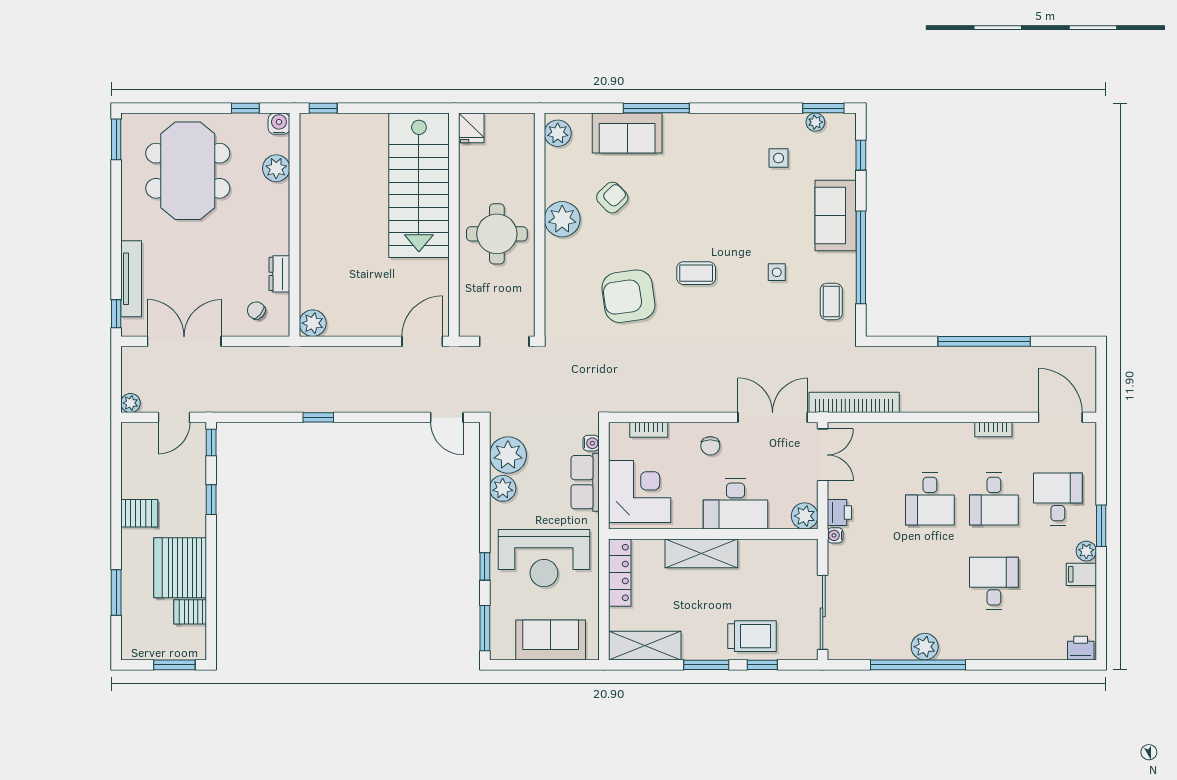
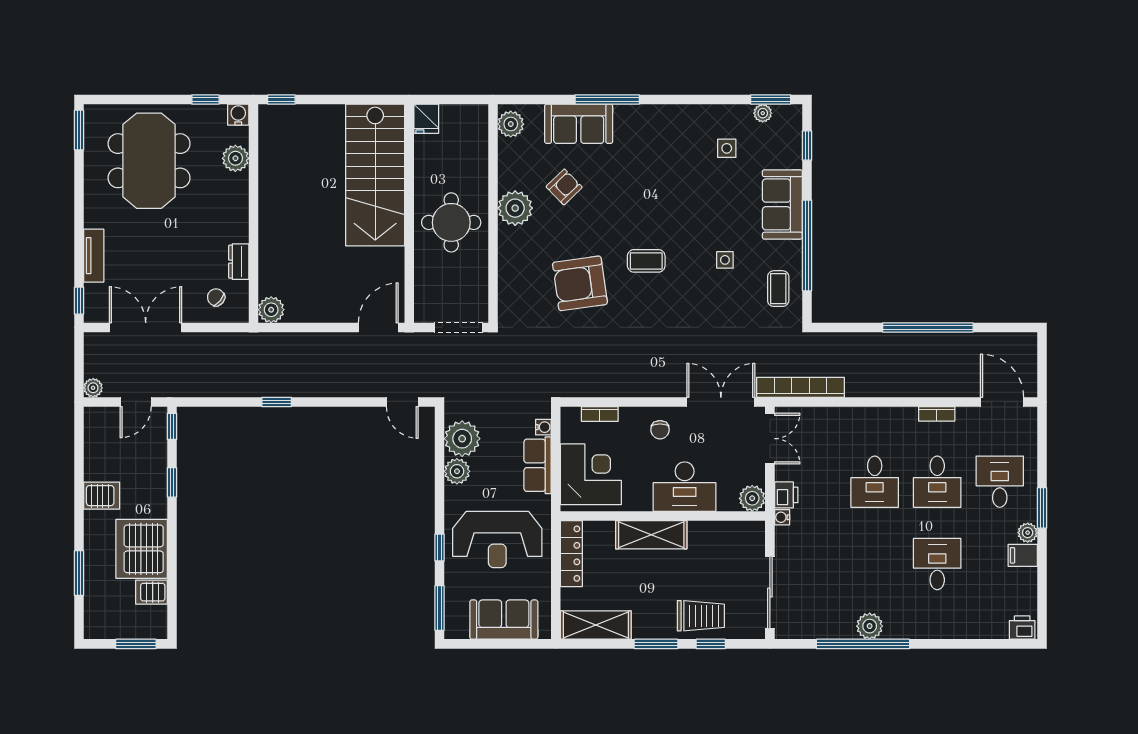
tv unit: (131, 279) -> (94, 256), width x0.71

